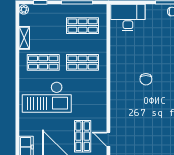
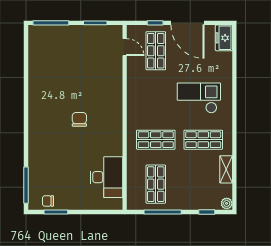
desk: (128, 18) -> (106, 177), moved, turned -90
shop shelf: (83, 26) -> (156, 184), turned 90
checkout: (47, 97) -> (199, 98), width x0.73, depth x0.83

